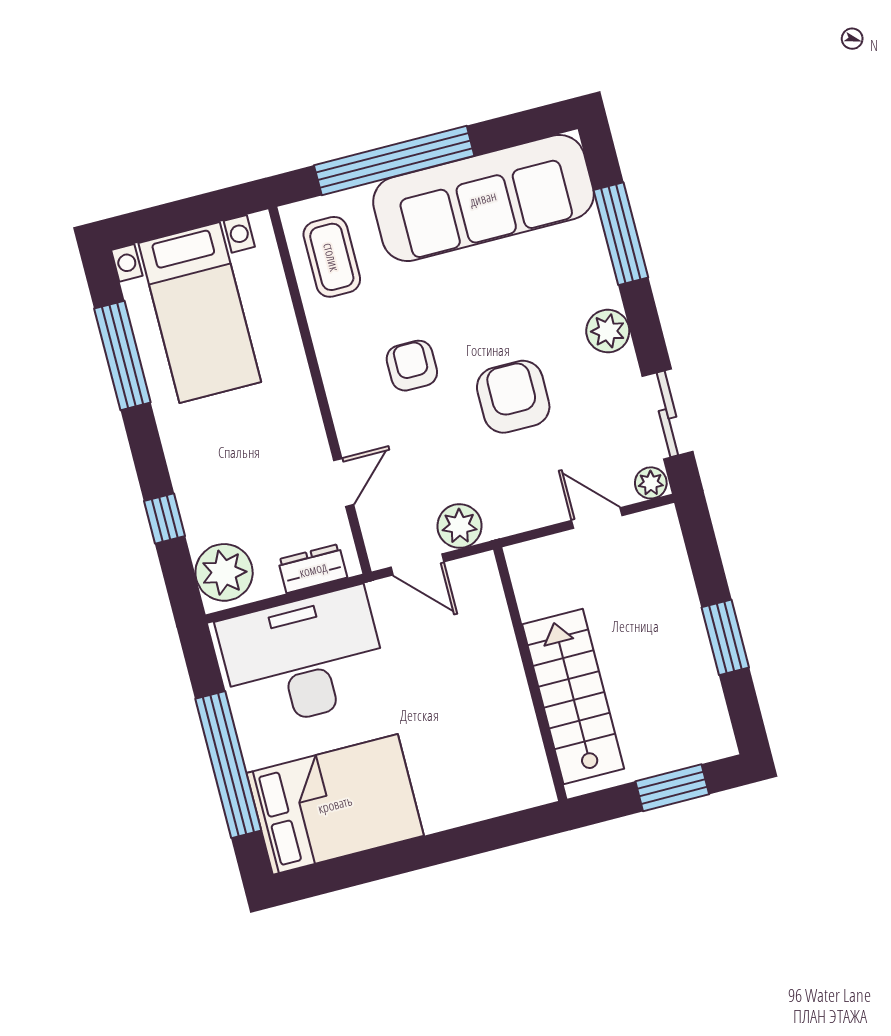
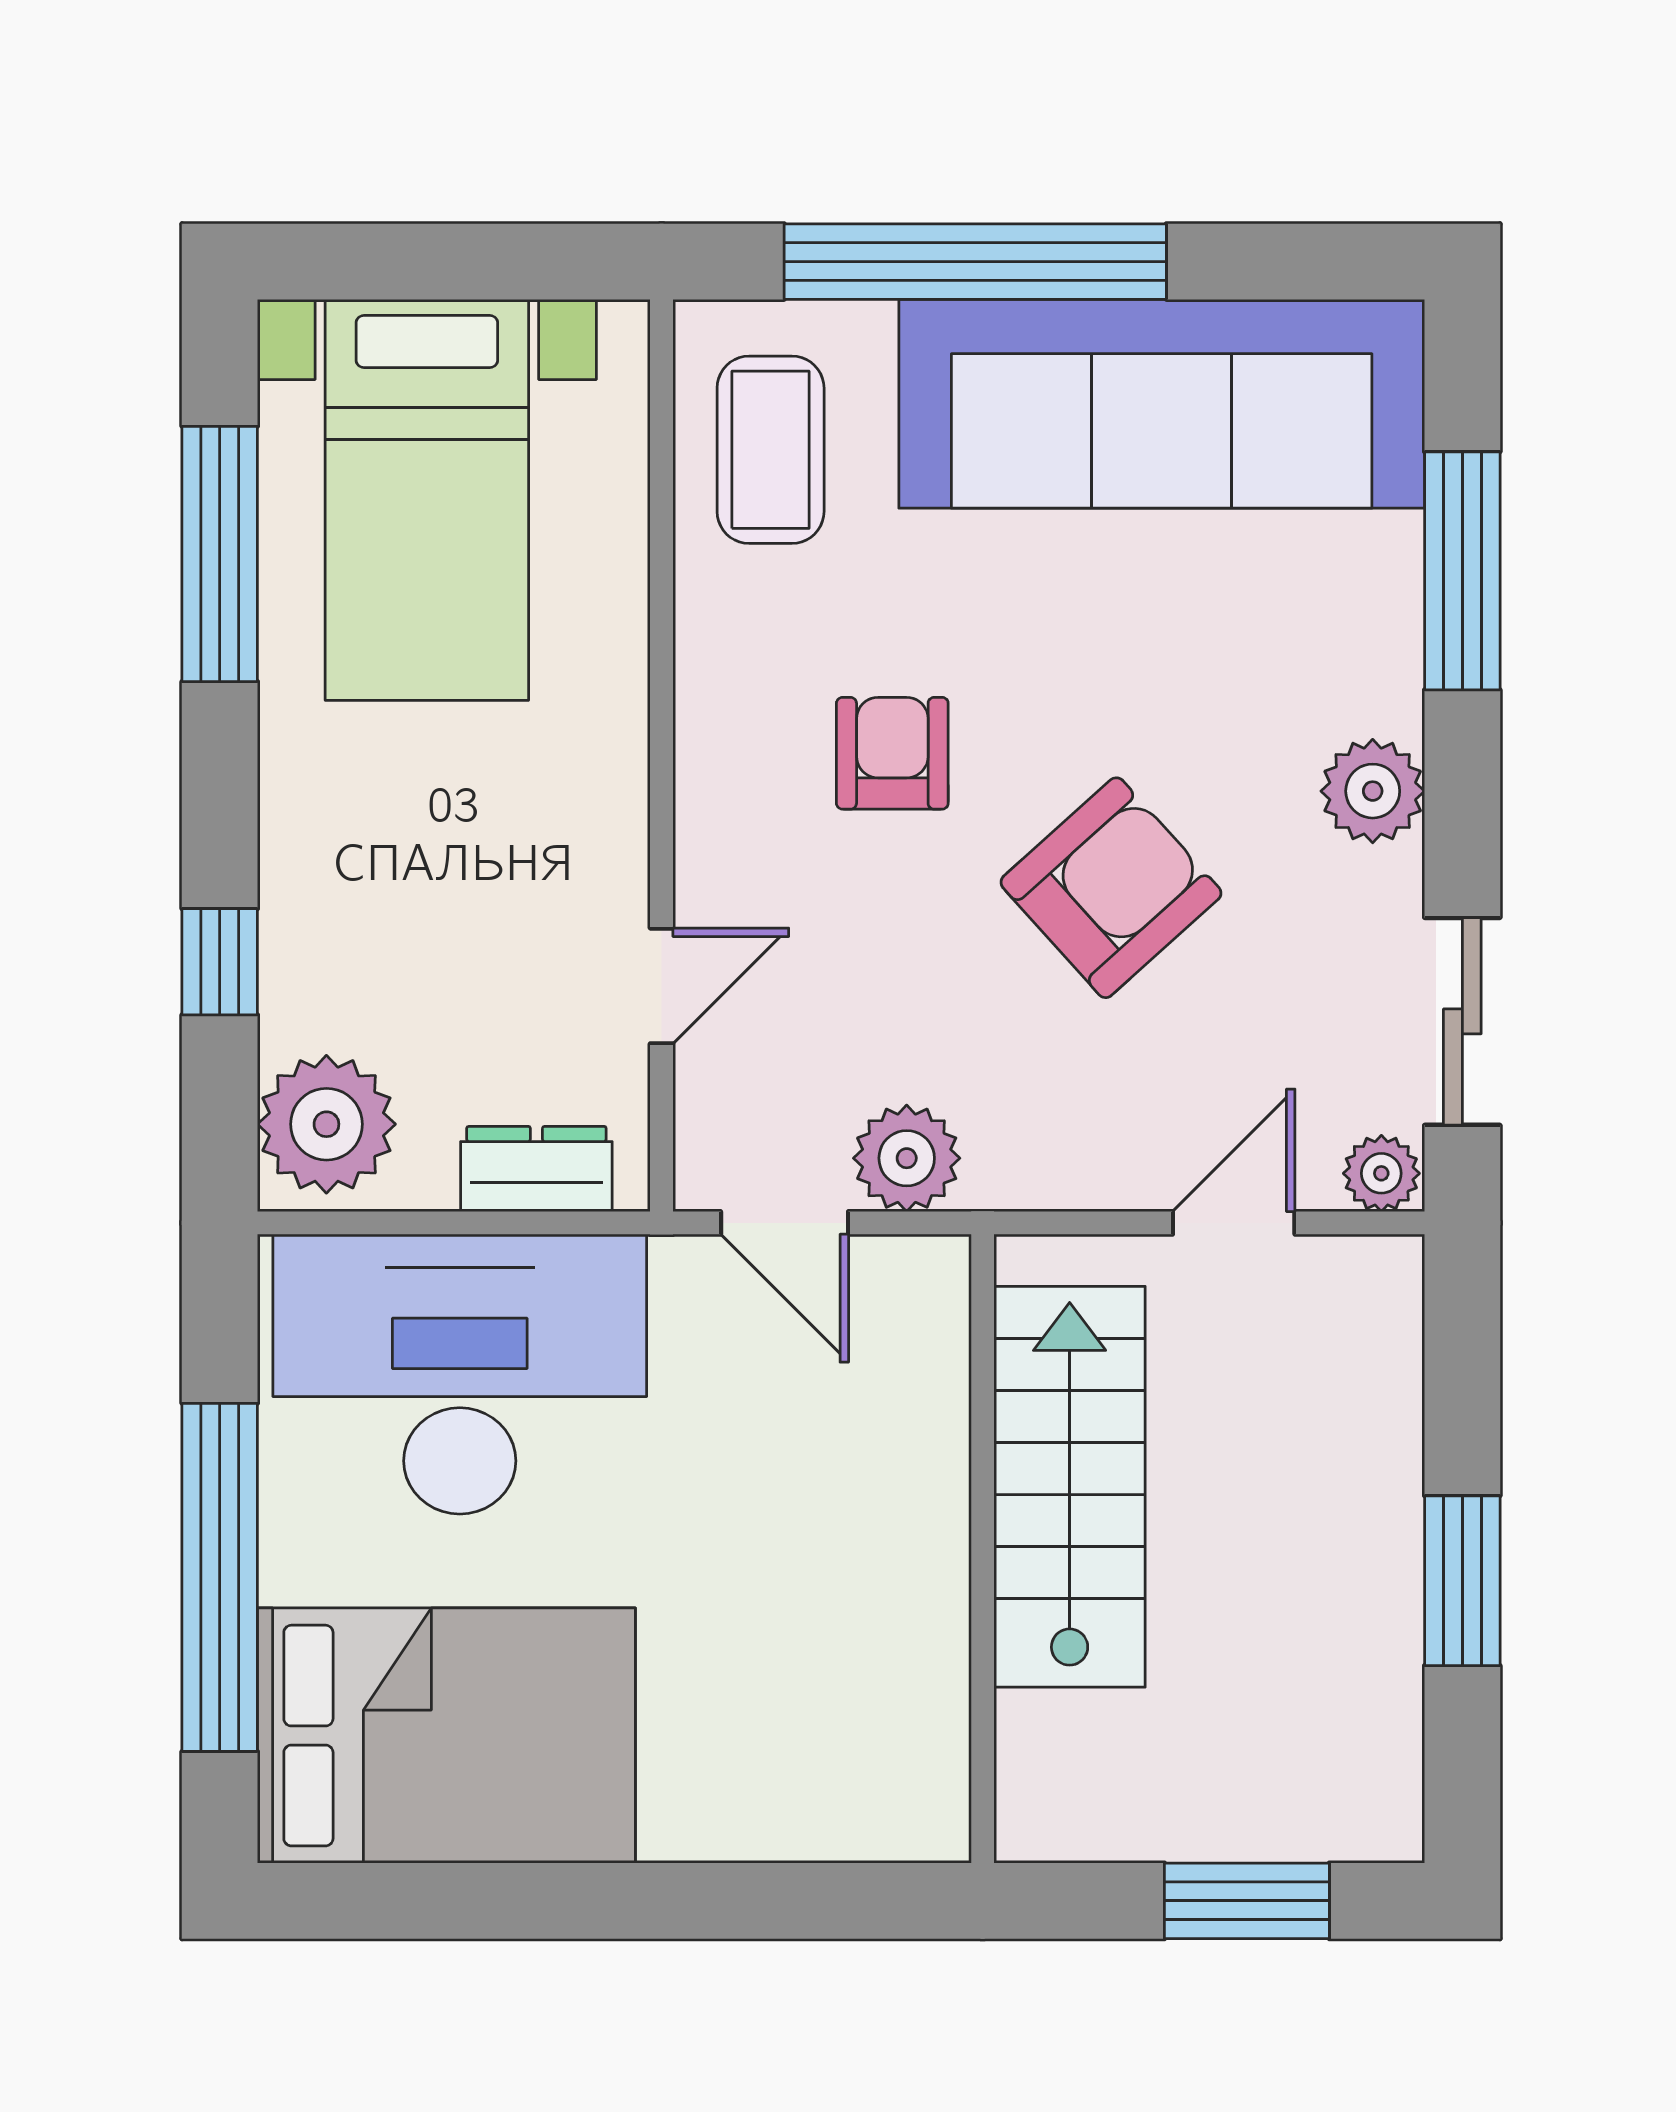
armchair: (513, 397) -> (1111, 888), turned 48
door: (597, 518) -> (1234, 1223), hinge flipped
stairs: (573, 697) -> (1070, 1487), moved

